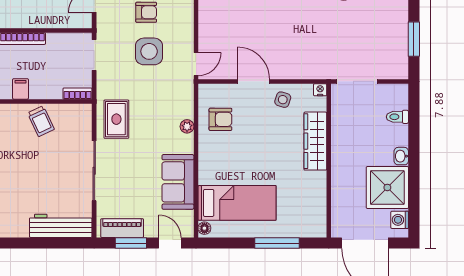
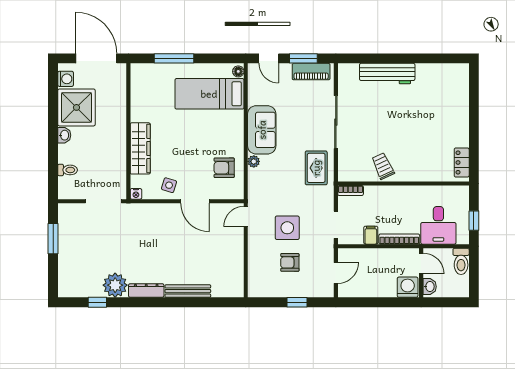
filing cabinet: (20, 89) -> (371, 235), moved, turned 180
sofa: (178, 182) -> (262, 130), moved
workbench: (61, 226) -> (387, 74), moved

